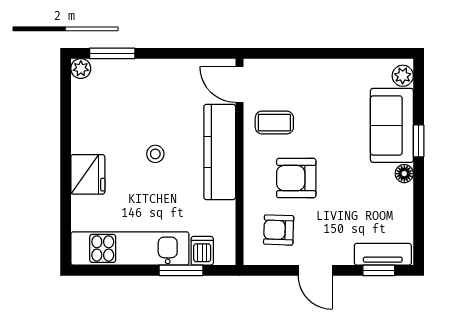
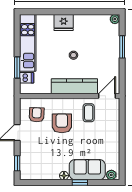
window: (112, 53) -> (122, 47), moved
tv unit: (383, 254) -> (25, 165), removed

